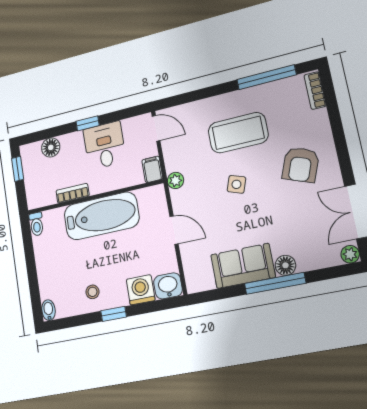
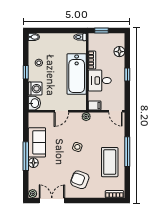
window: (266, 77) -> (127, 152), moved
door: (156, 128) -> (115, 111), hinge flipped
coffee table: (238, 133) -> (110, 162), moved
desk: (105, 145) -> (100, 81), moved, turned 180
window: (18, 169) -> (101, 31), moved

